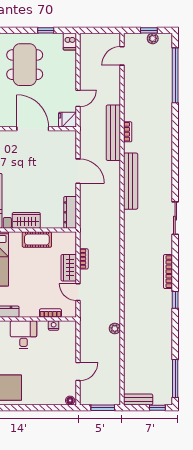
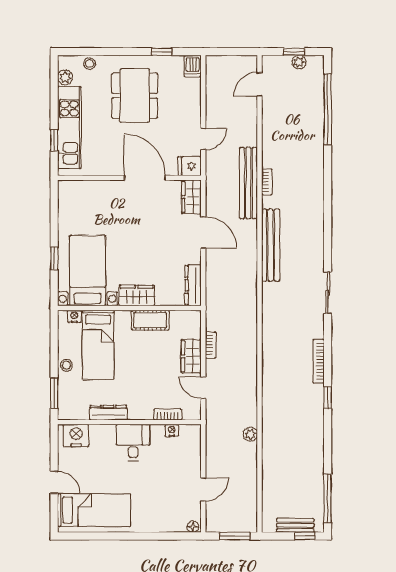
wardrobe: (69, 144) -> (191, 197), added
bench: (138, 399) -> (295, 525), moved

